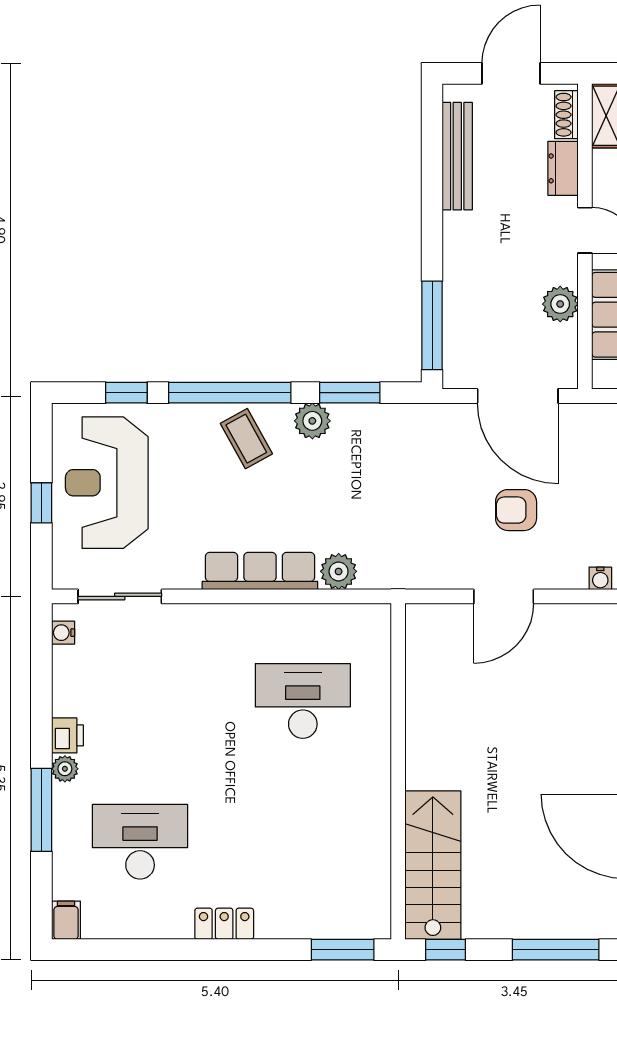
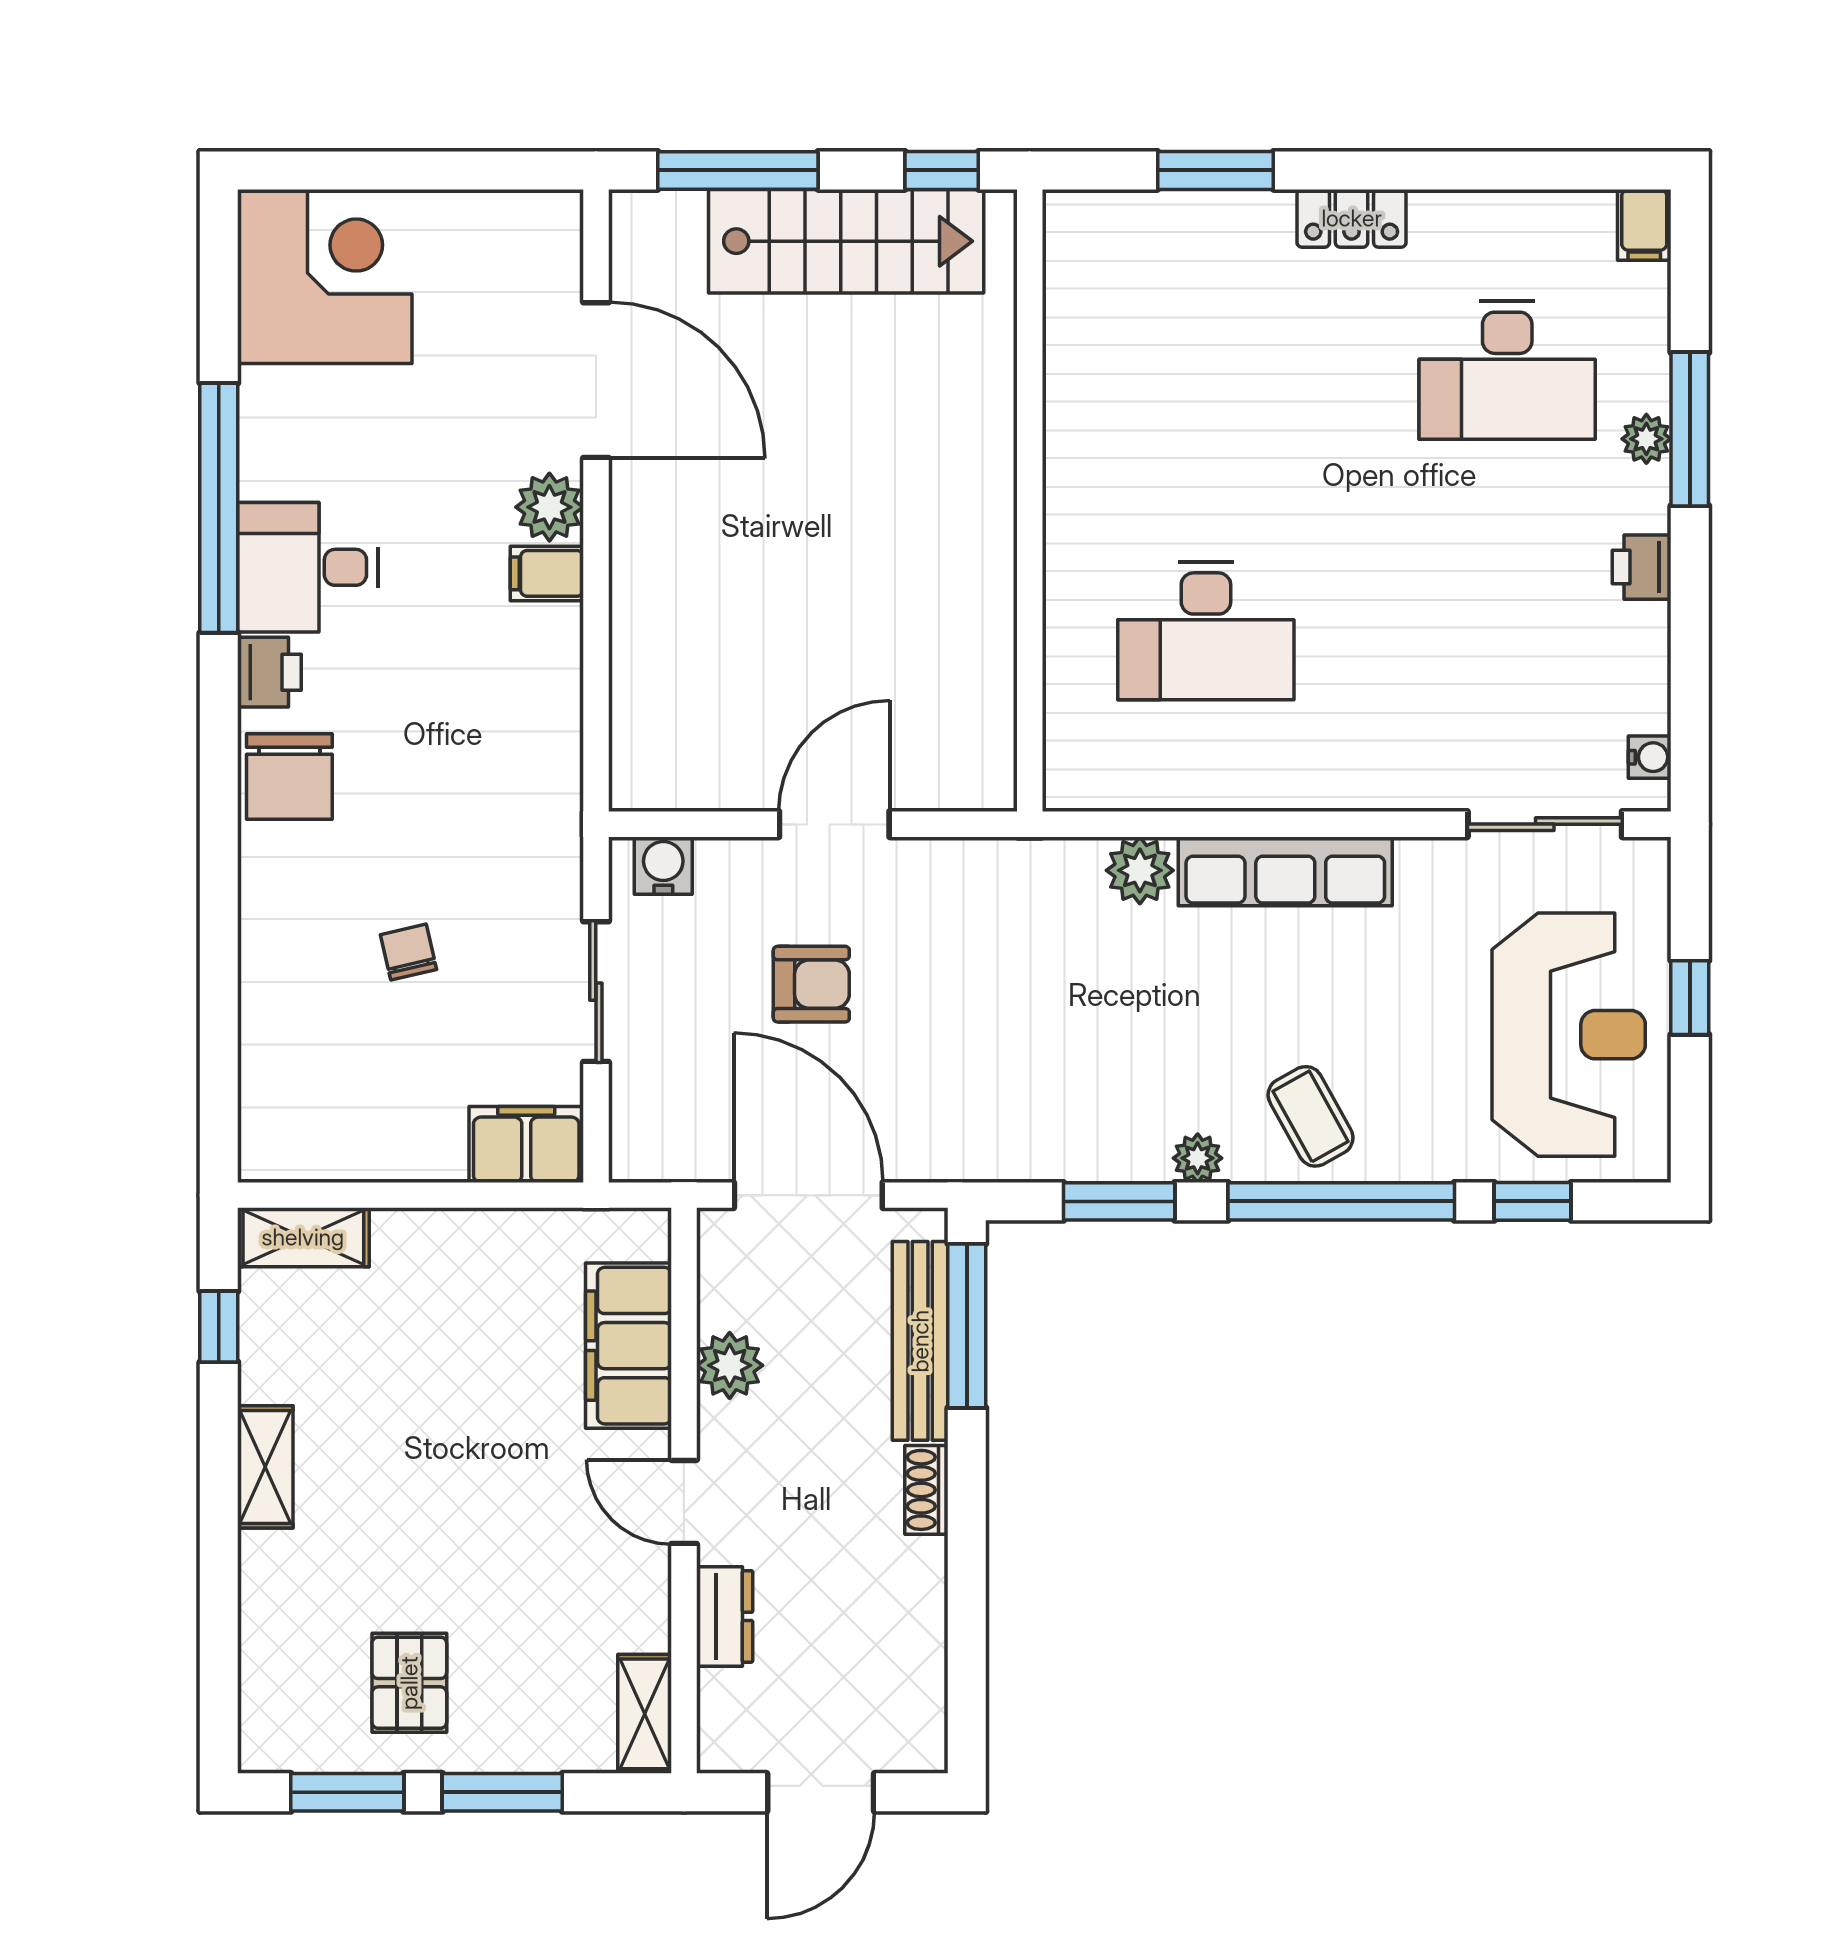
shoe rack: (566, 115) -> (926, 1490), moved, turned 180
bench: (457, 156) -> (920, 1341), moved
plant: (312, 421) -> (1198, 1158), width x0.73, depth x0.73
water cooler: (600, 578) -> (663, 866), width x1.38, depth x1.38
plant: (65, 769) -> (1646, 439), moved
stairs: (433, 865) -> (846, 241), moved, turned -90
window: (343, 950) -> (1215, 170), moved

